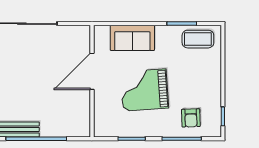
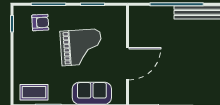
armchair: (191, 118) -> (40, 23), turned 89

